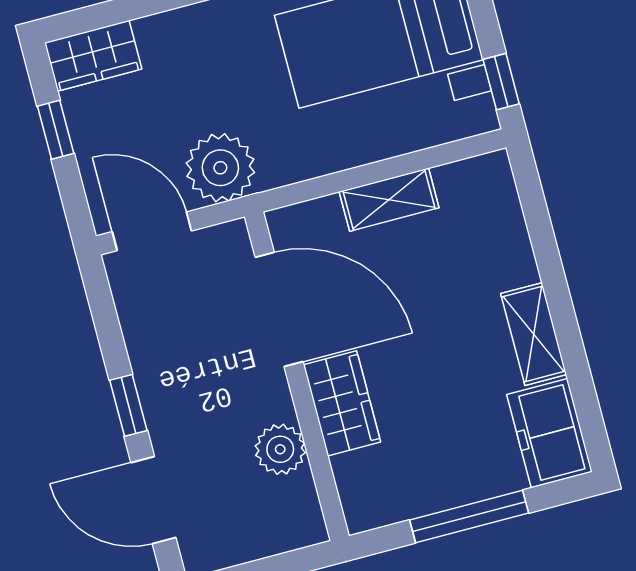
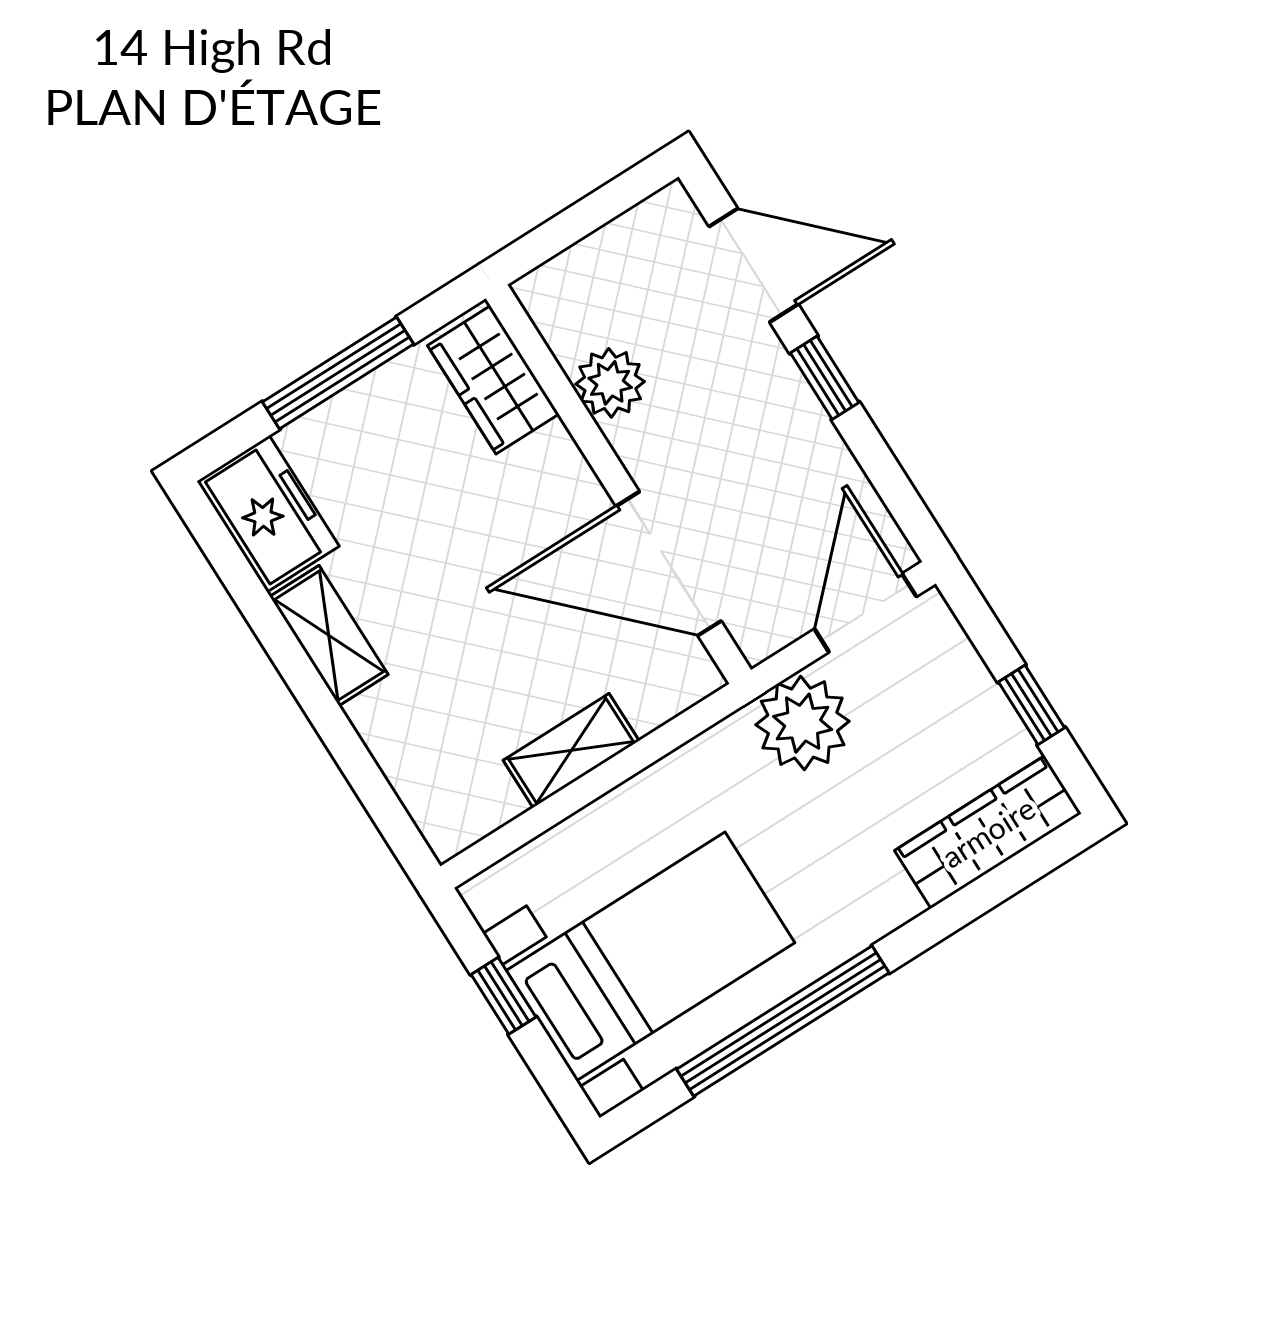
wardrobe: (93, 56) -> (988, 832), width x1.50
window: (501, 82) -> (503, 996), moved
door: (152, 231) -> (865, 613), swing flipped
wardrobe: (342, 403) -> (493, 380), moved

